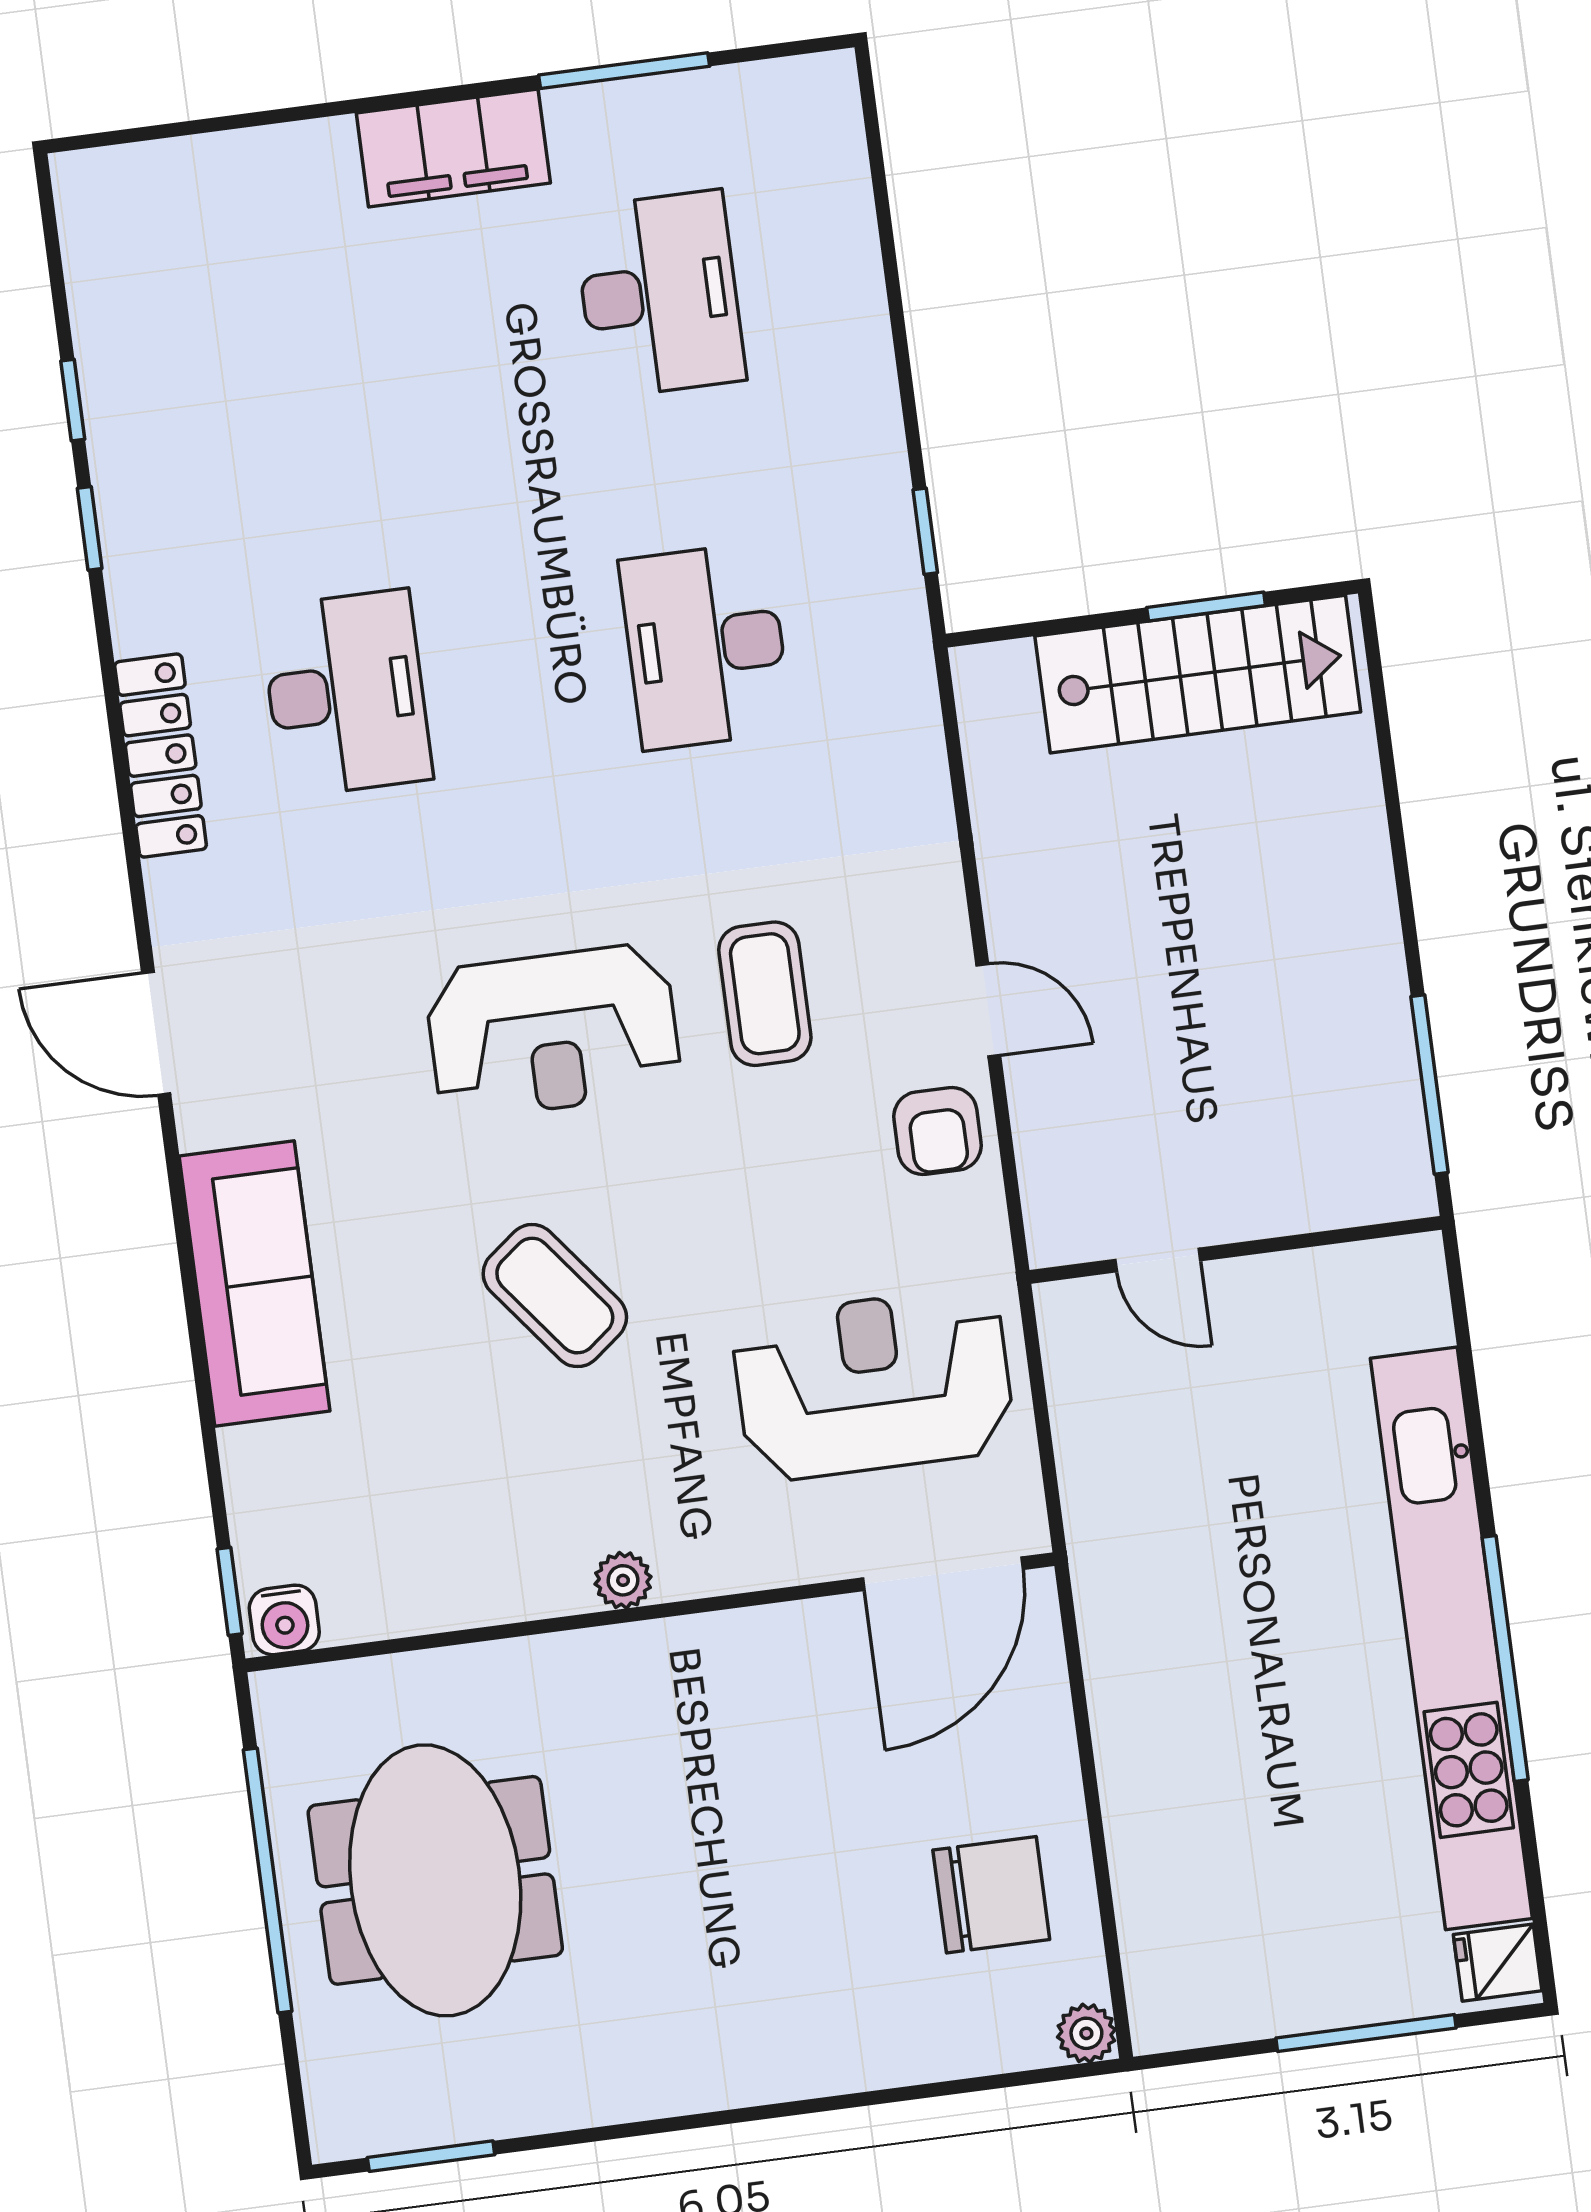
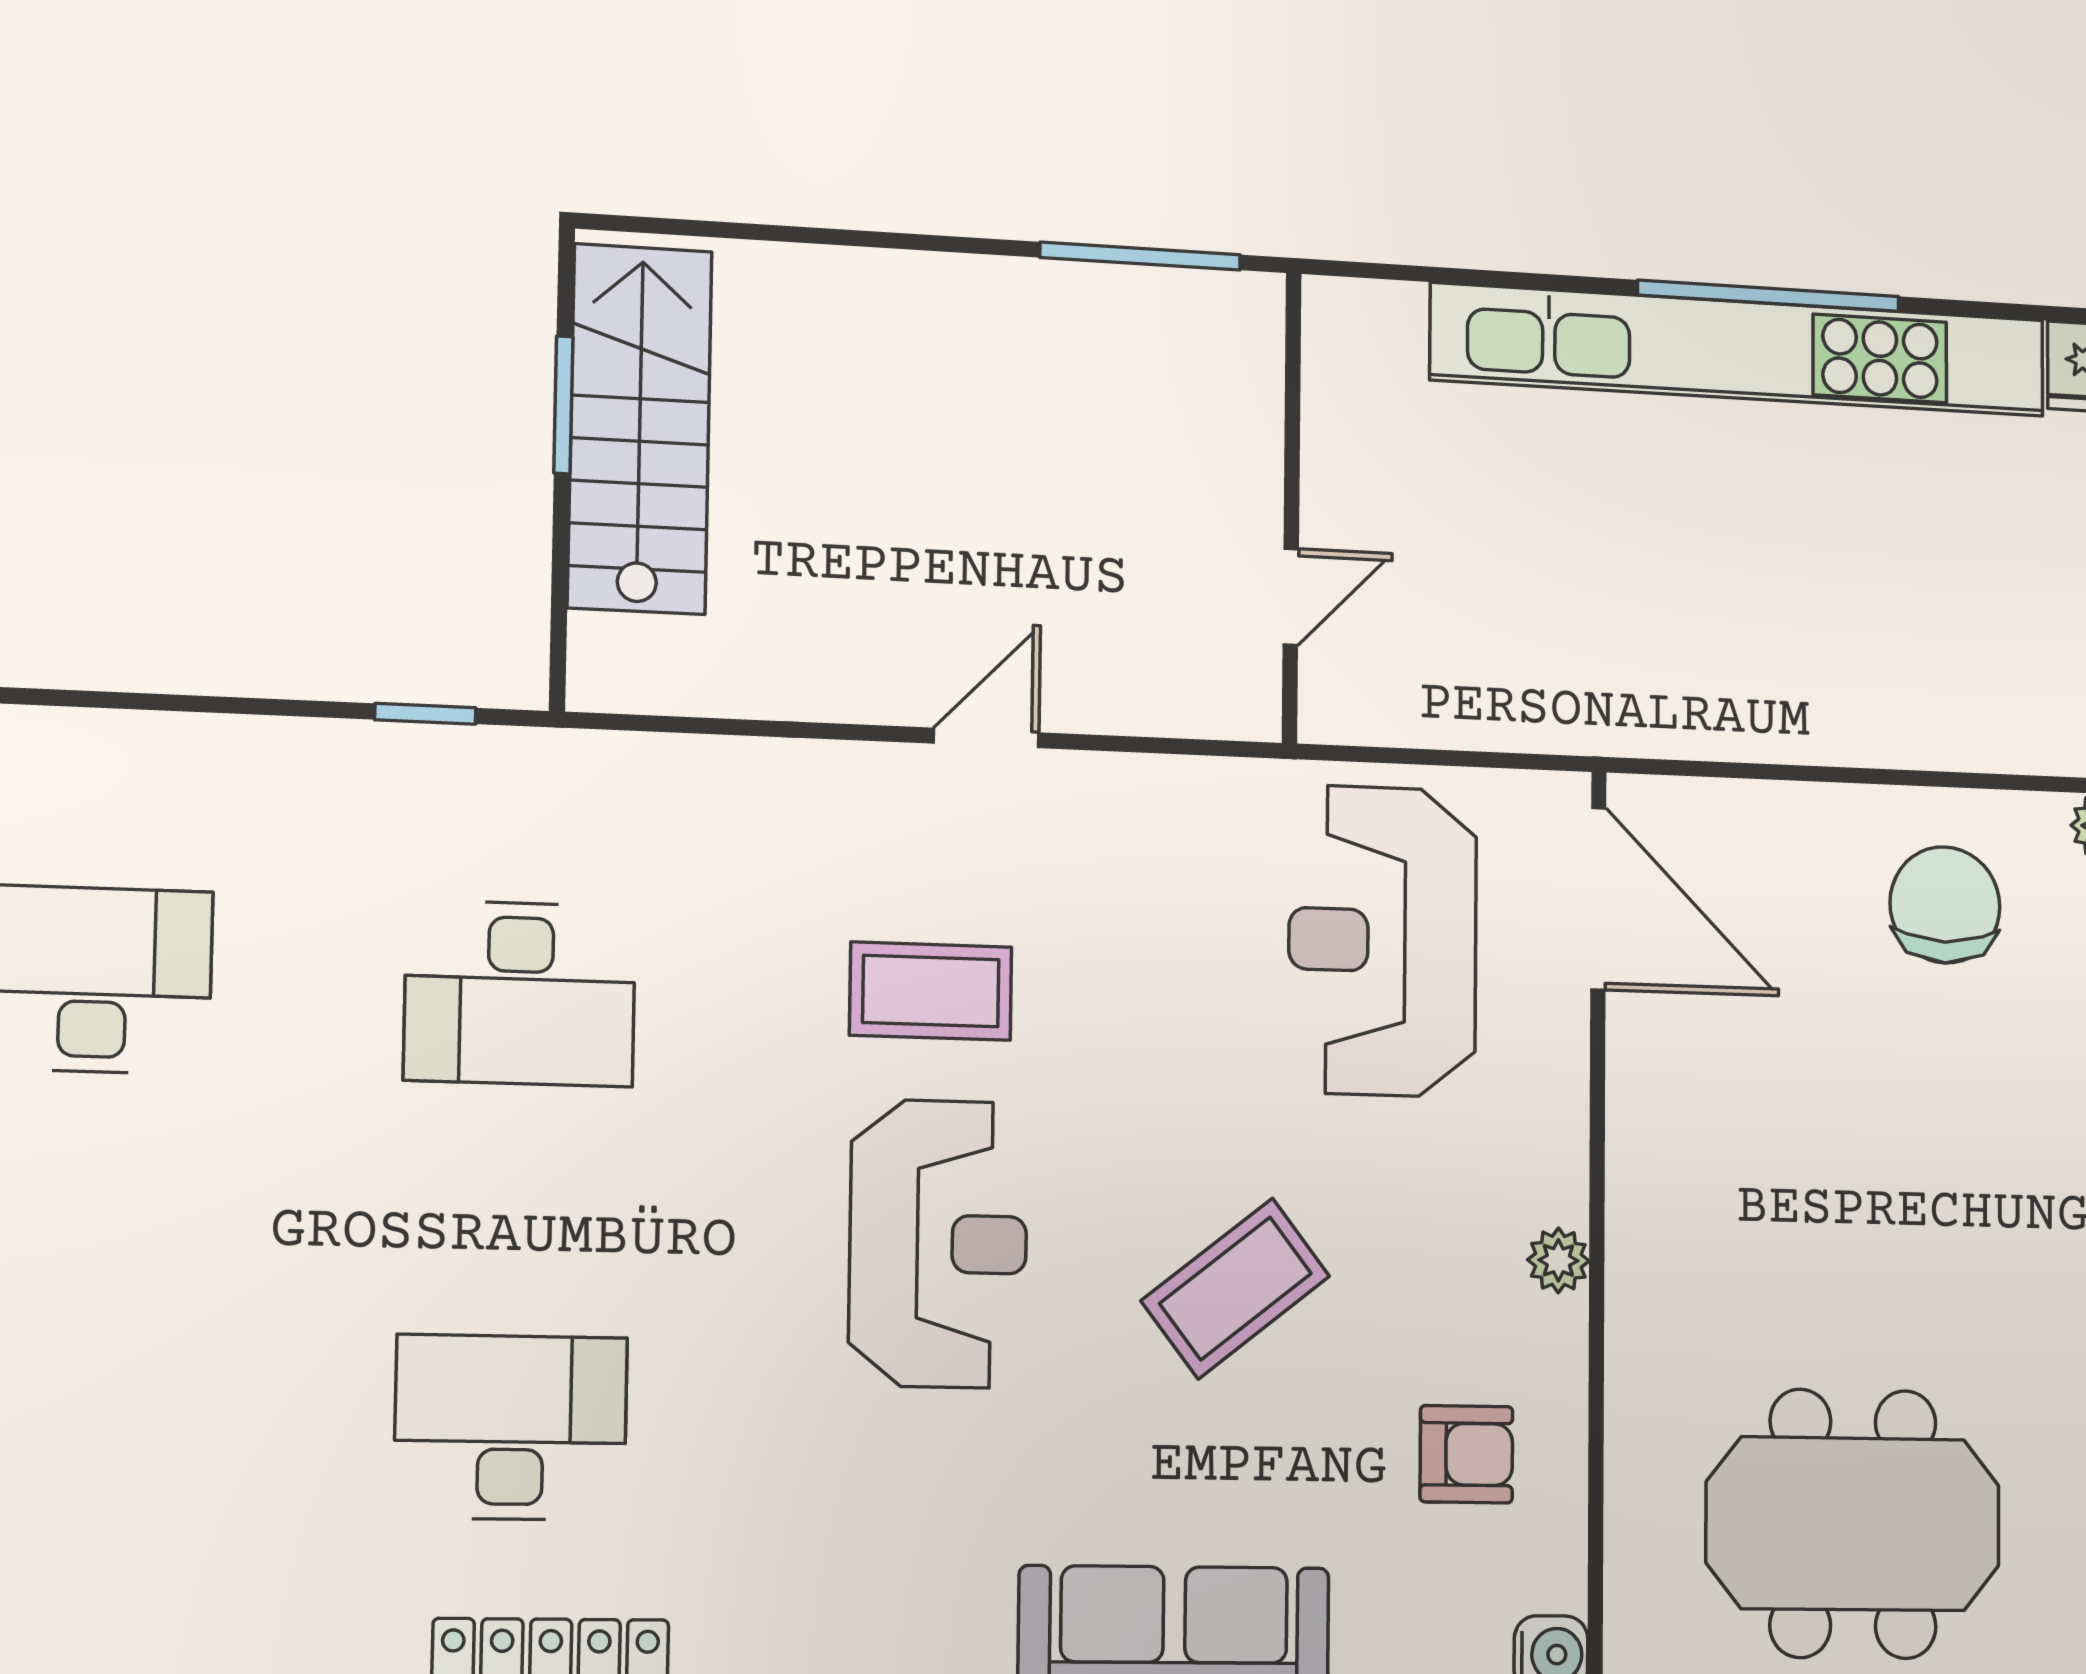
armchair: (937, 1131) -> (1466, 1454), moved

